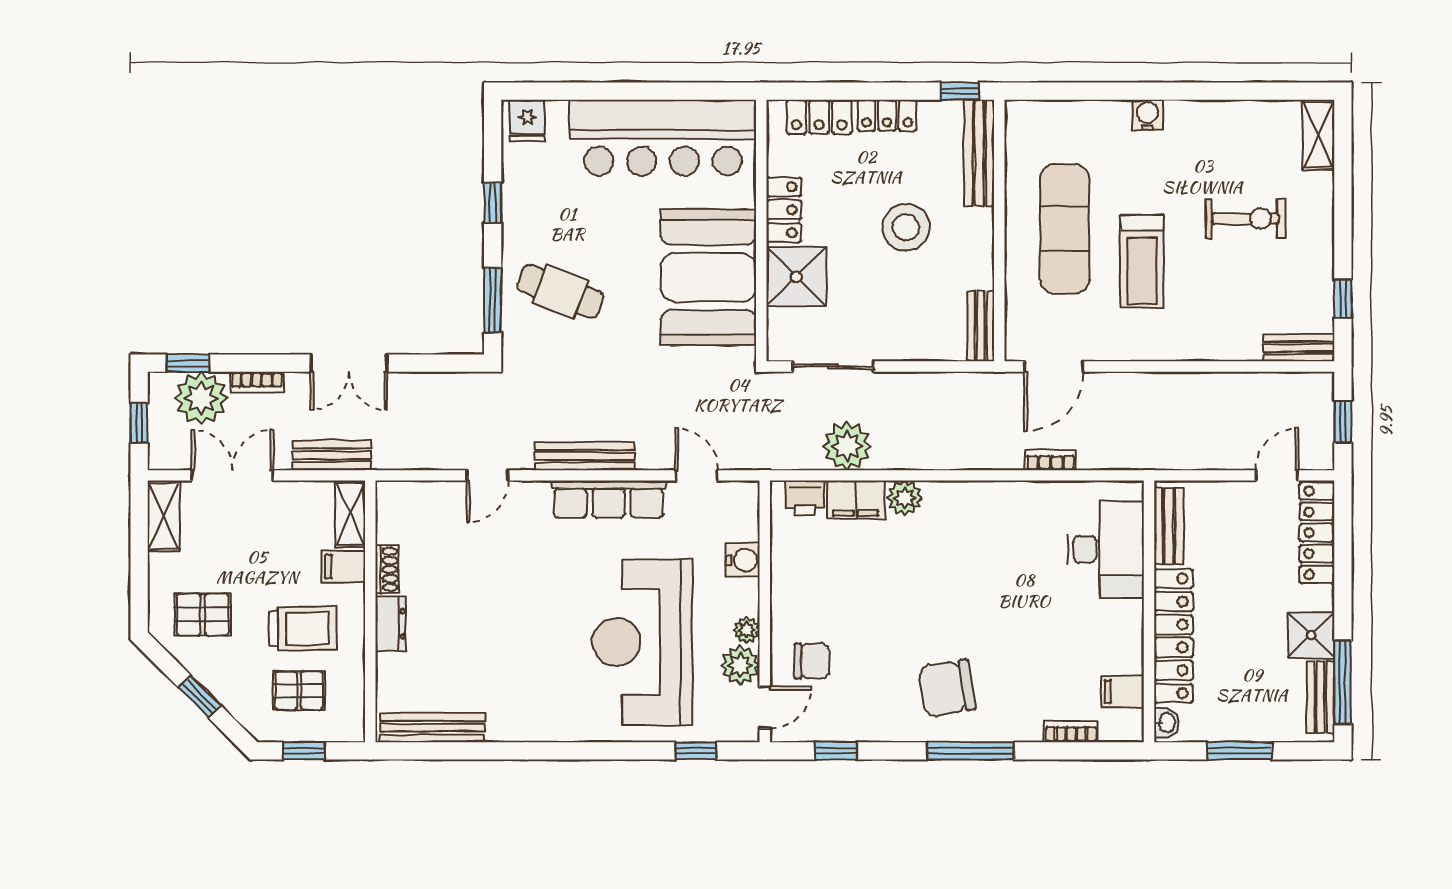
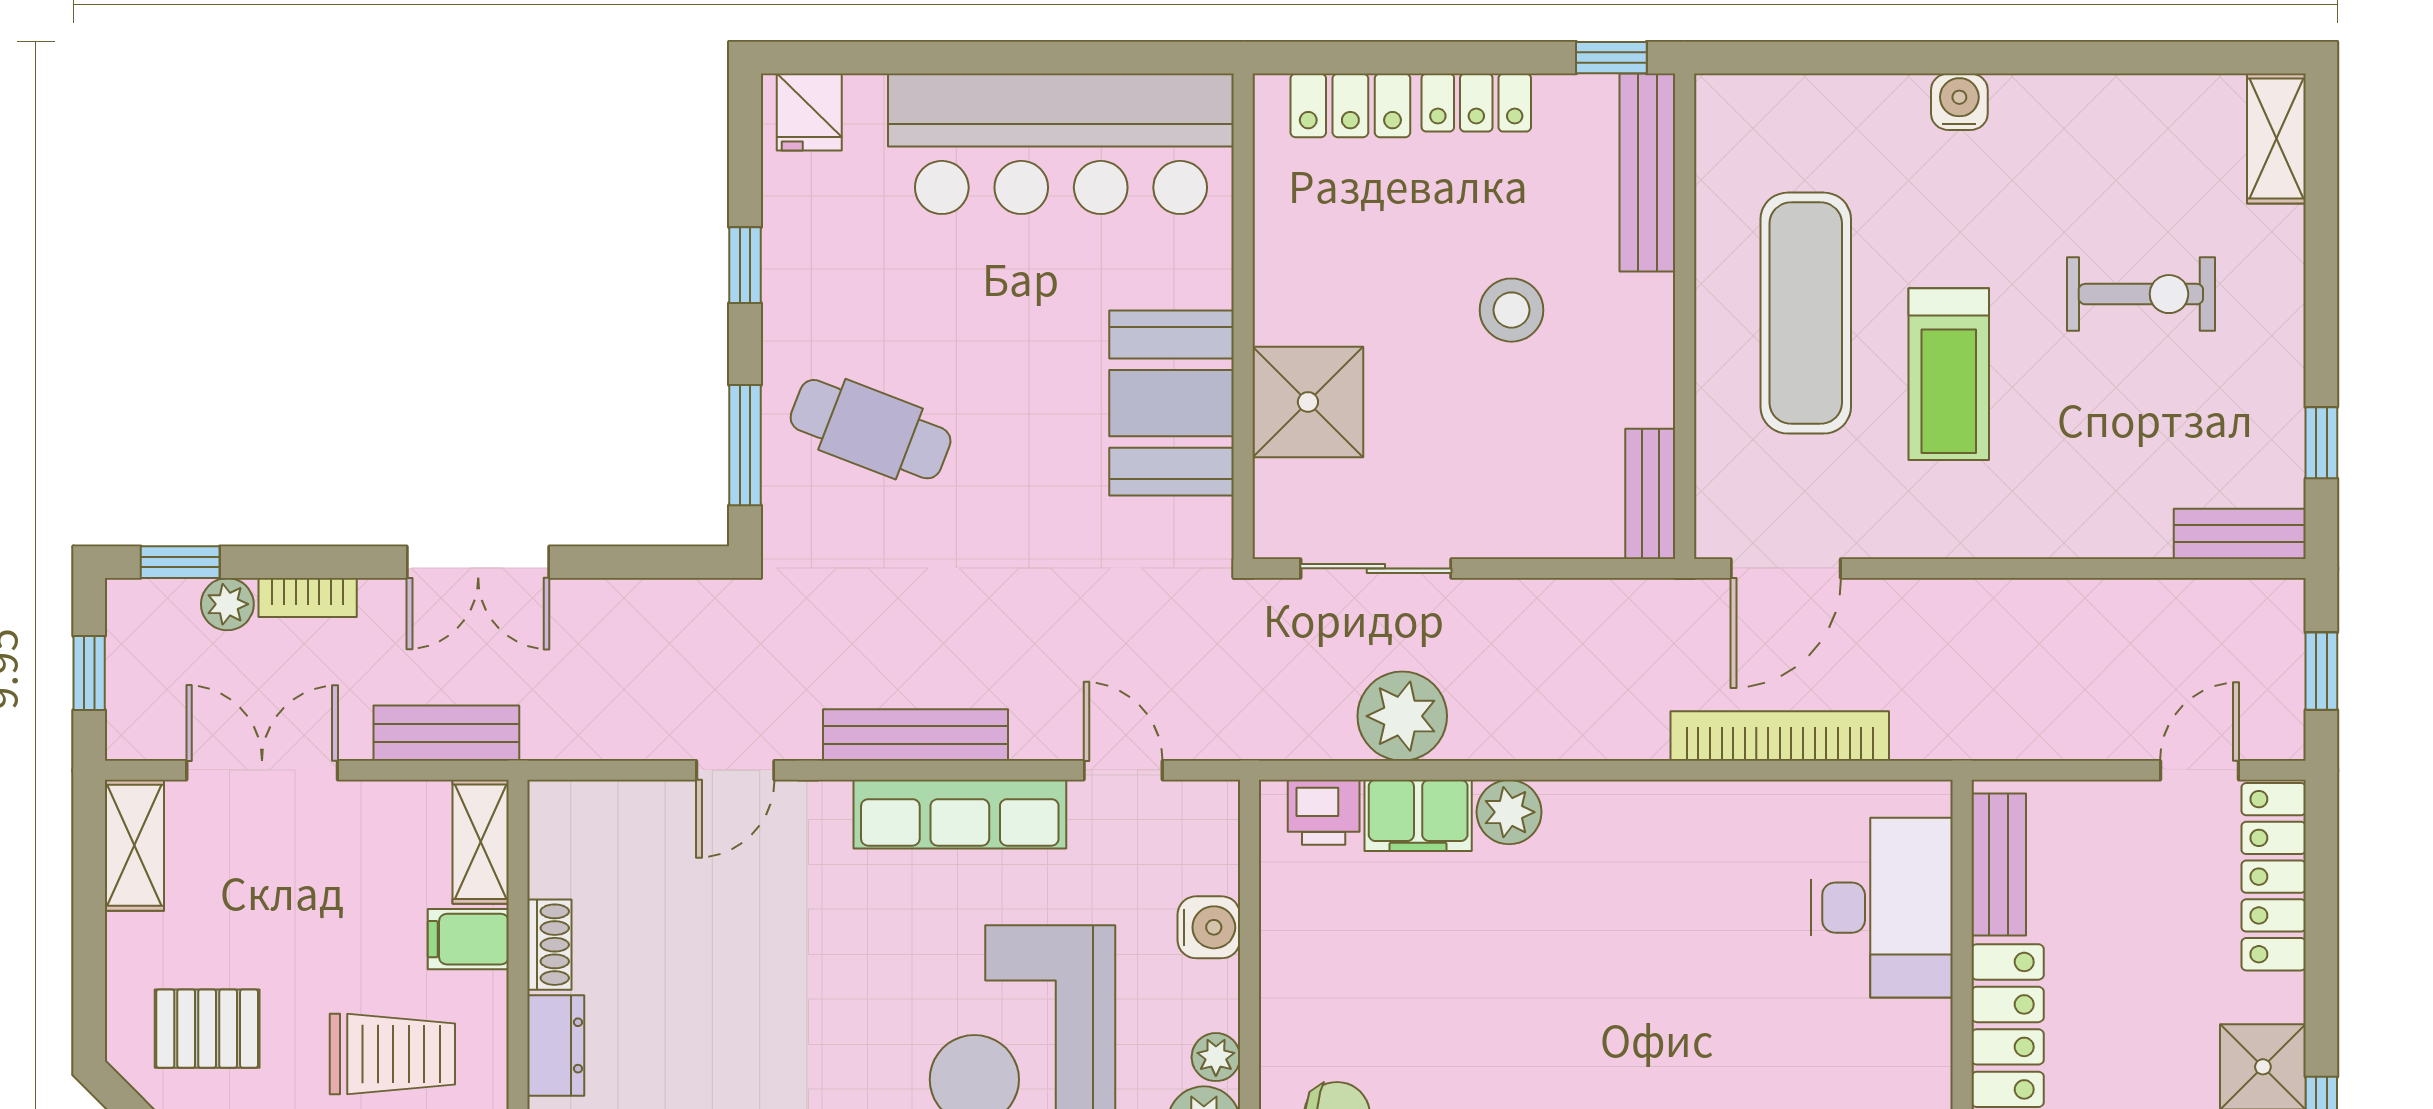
locker: (784, 210) -> (1285, 278), removed
stool: (906, 227) -> (1511, 310), width x0.73, depth x0.73
booth: (709, 277) -> (1172, 403), width x0.73, depth x0.70
plant: (201, 398) -> (227, 604), width x0.53, depth x0.53
bookcase: (1051, 460) -> (1780, 736), width x2.31, depth x1.31

